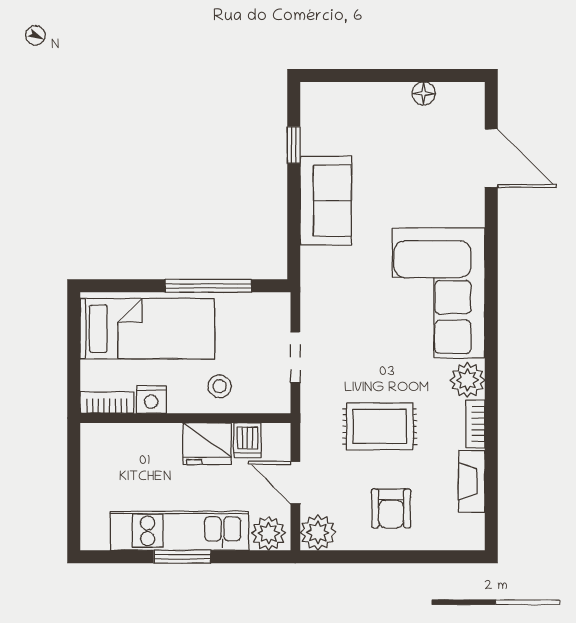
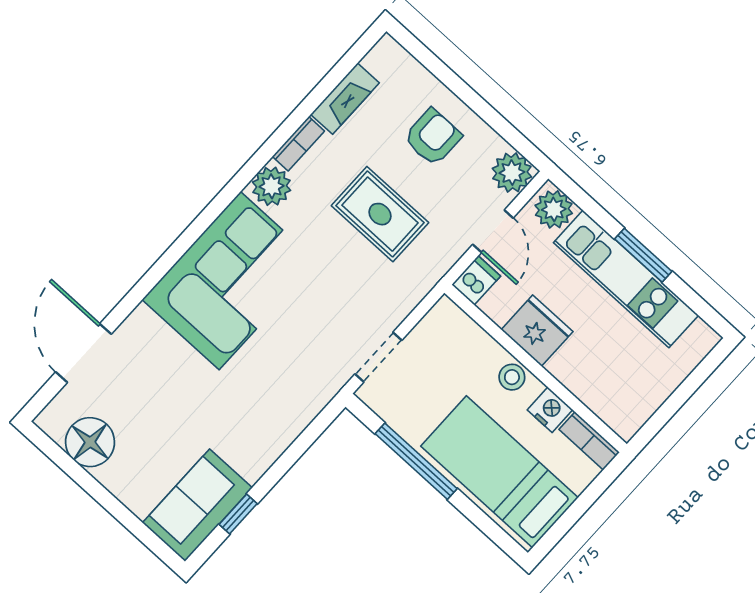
floor lamp: (424, 93) -> (90, 442), width x1.89, depth x1.89
sofa: (326, 201) -> (197, 505), moved
doorway: (295, 357) -> (378, 357), moved
stool: (220, 386) -> (512, 377), moved
dishwasher: (247, 440) -> (476, 280), moved

